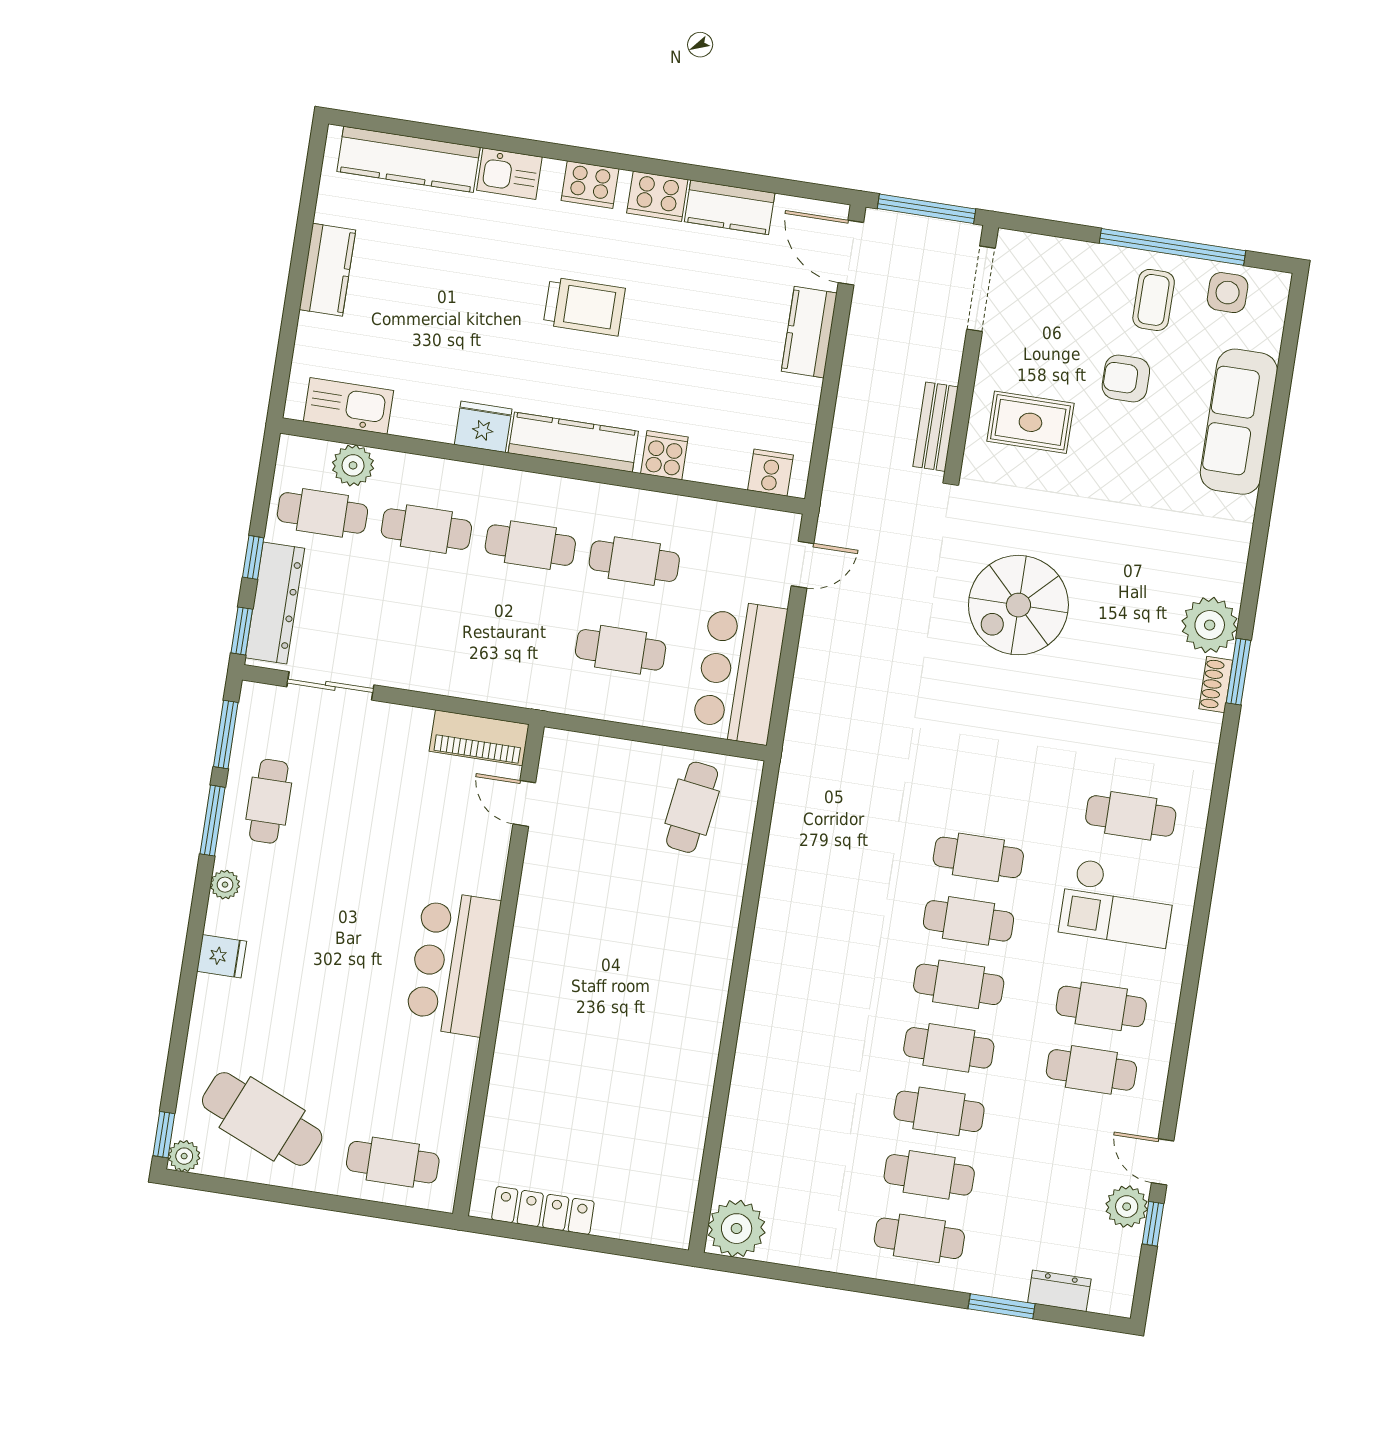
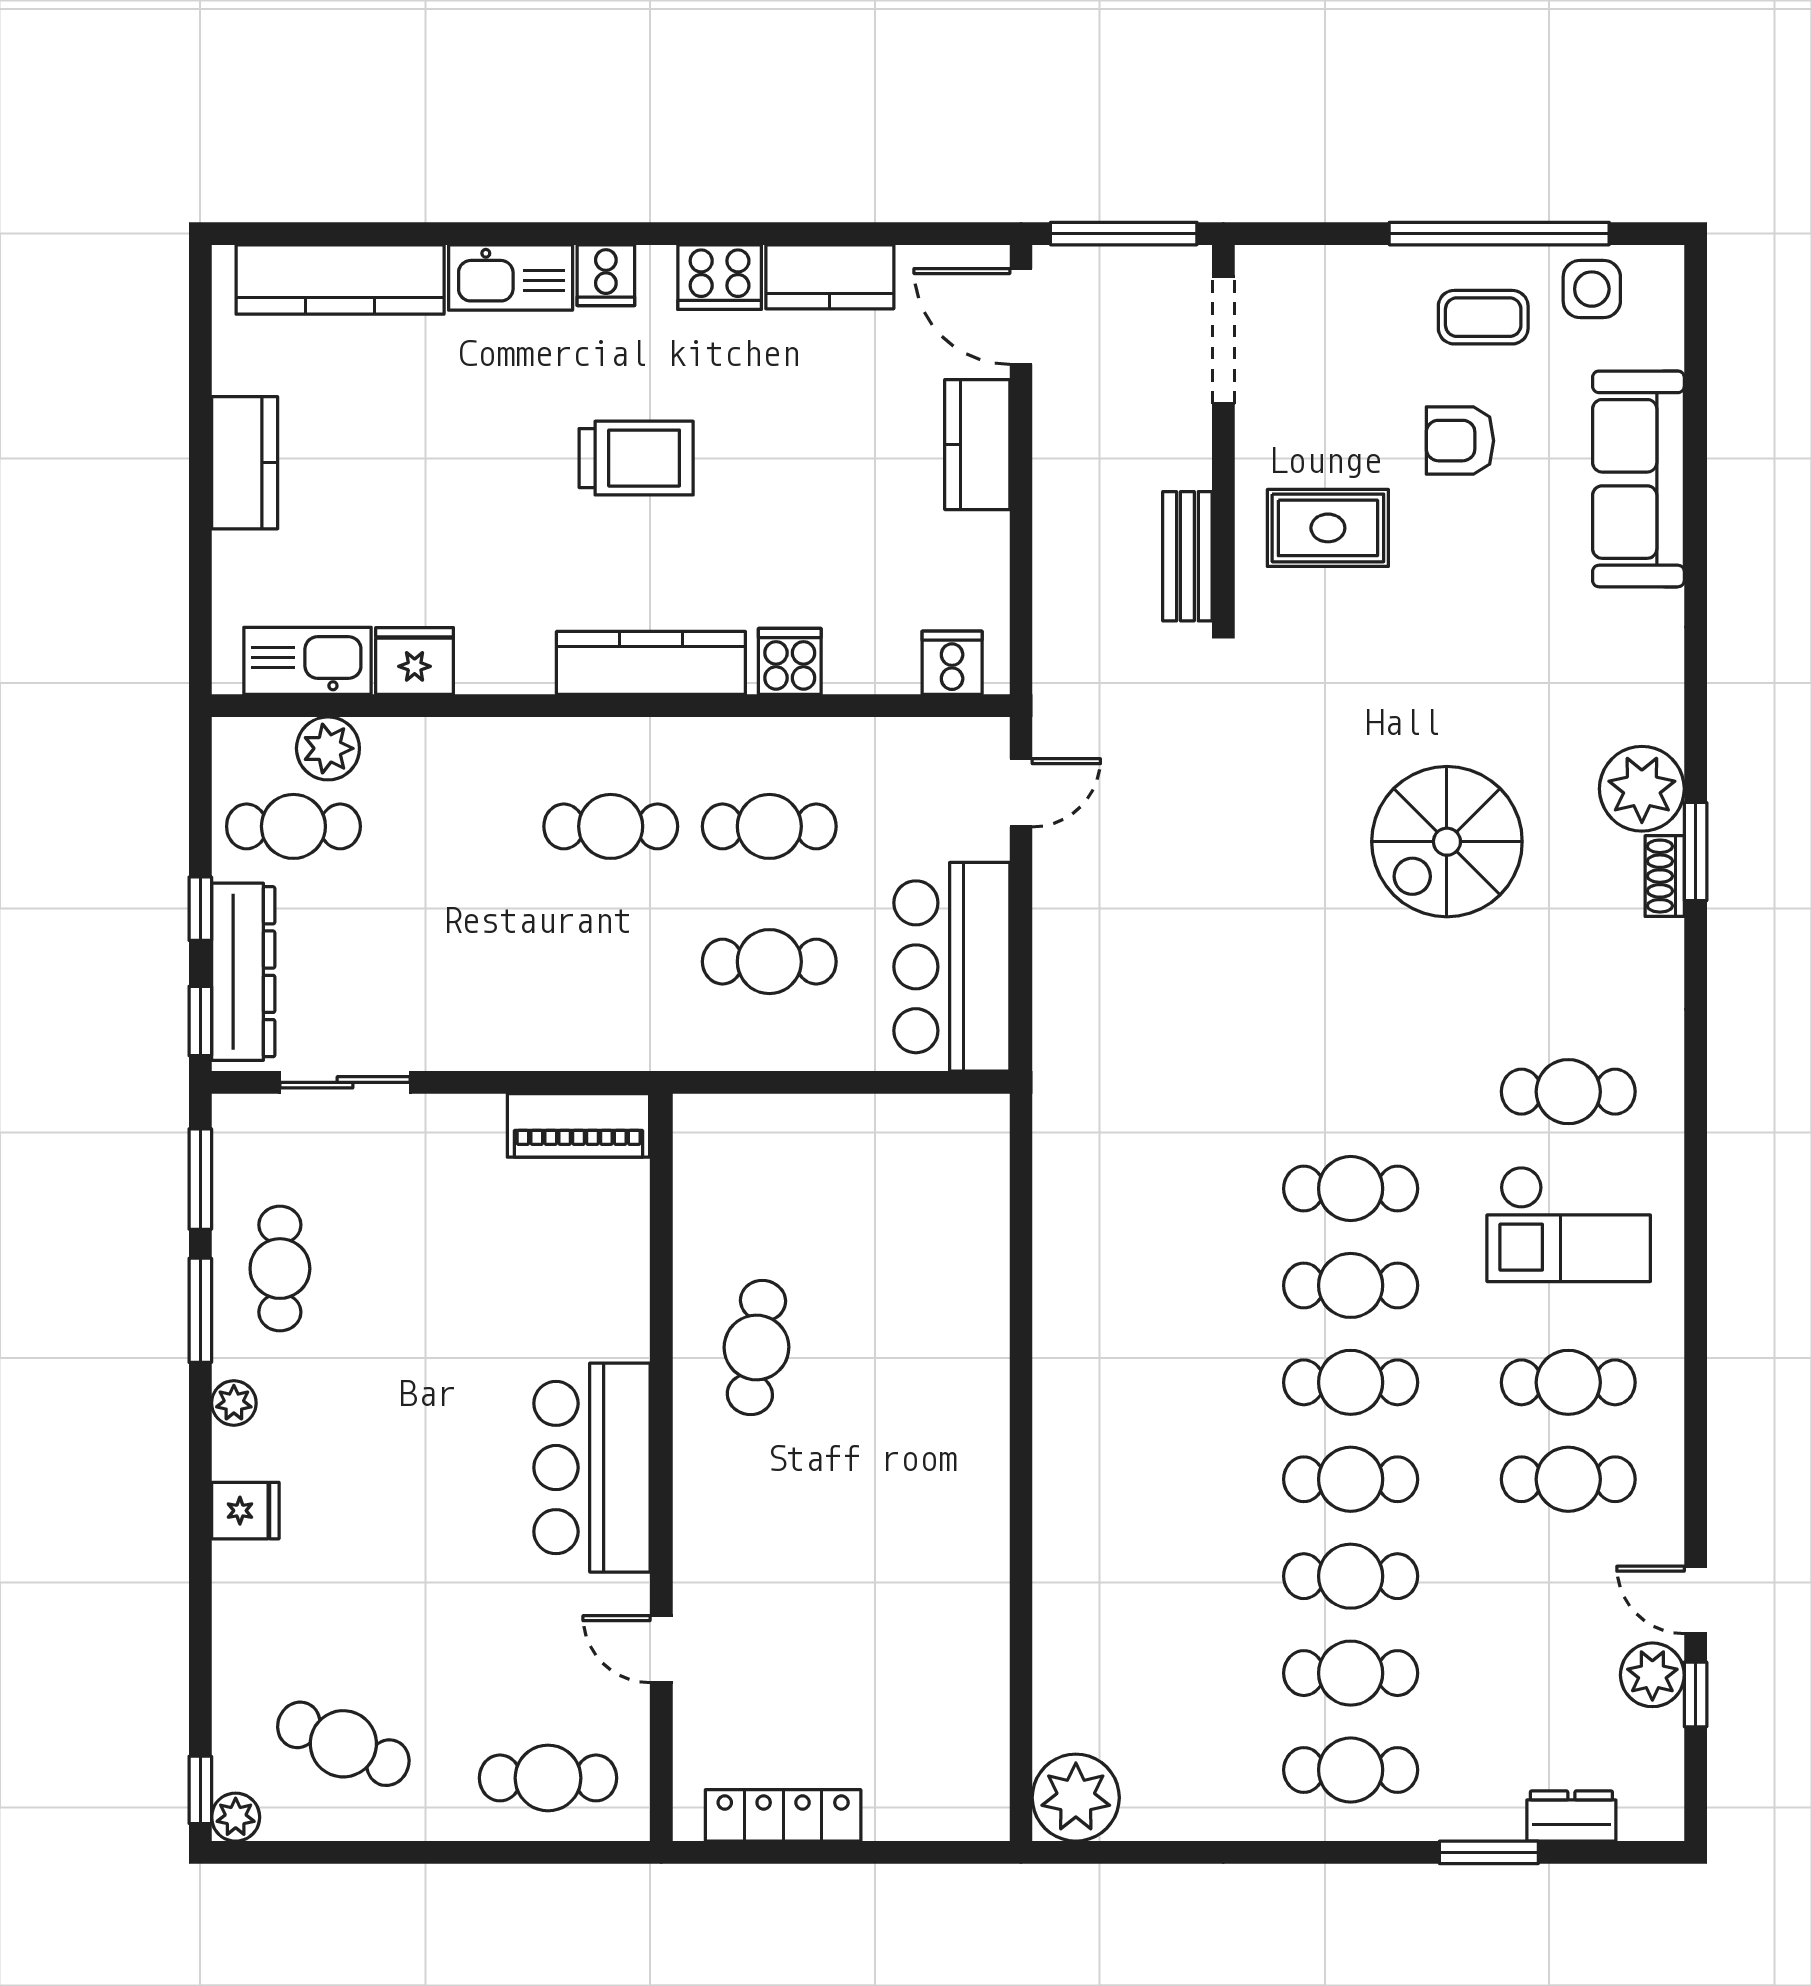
kitchen sink: (509, 174) -> (511, 277), width x1.38
cooker: (590, 185) -> (606, 275), width x0.73
coffee table: (1154, 300) -> (1483, 317), turned 90
fridge: (483, 427) -> (415, 661), moved
cafe table: (426, 529) -> (452, 826), removed
spiral stairs: (1018, 605) -> (1447, 842), moved
door: (524, 803) -> (661, 1649), moved
cafe table: (692, 807) -> (756, 1348), moved
cafe table: (262, 1119) -> (343, 1744), width x0.73, depth x0.74

